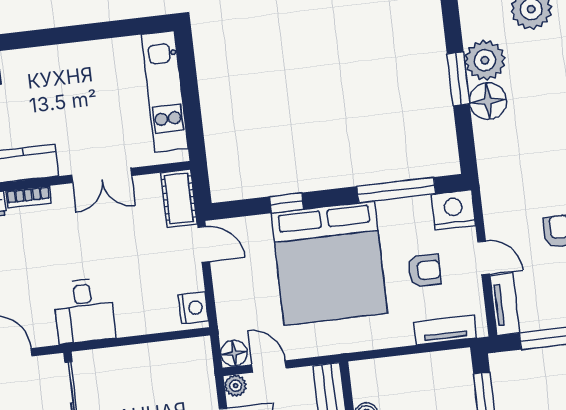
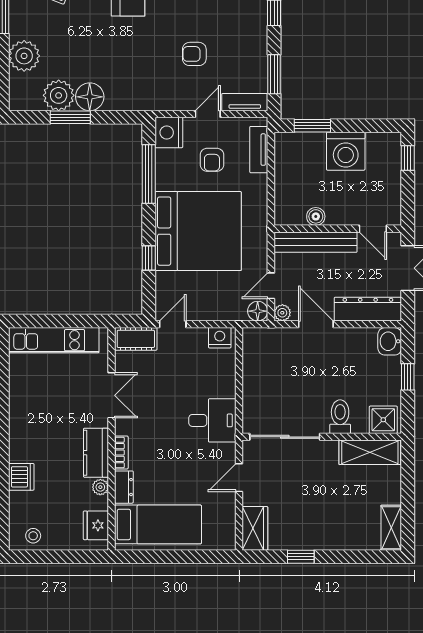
armchair: (424, 270) -> (212, 160), turned 180

